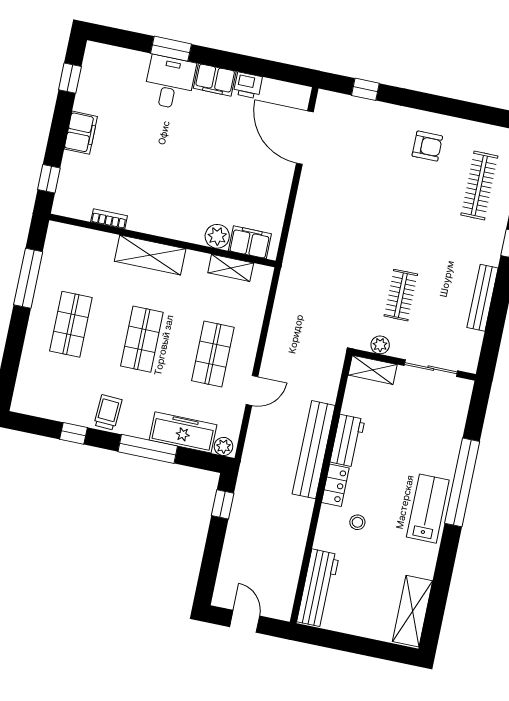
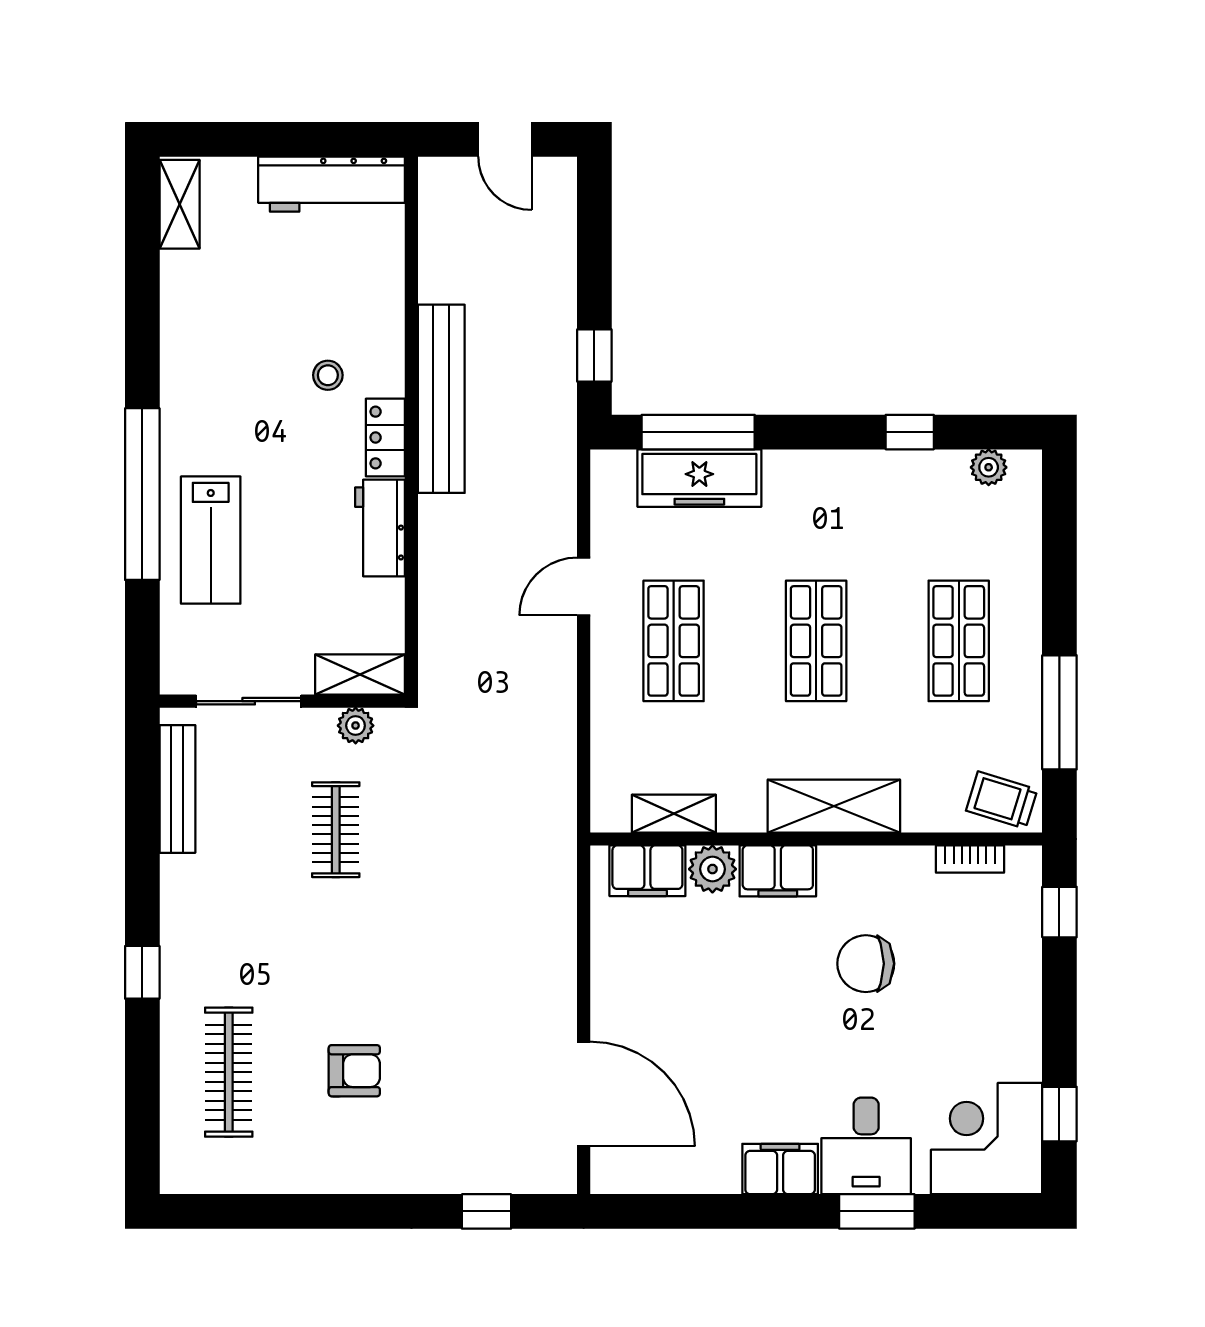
corner desk: (109, 74) -> (987, 1139), added
printer: (248, 85) -> (714, 1172), removed
filing cabinet: (81, 133) -> (778, 871), moved, turned -90
armchair: (427, 146) -> (354, 1071), moved, turned 180
chair: (151, 173) -> (866, 964), added
bookcase: (109, 219) -> (970, 859), moved
bench: (483, 298) -> (177, 789), moved
trolley: (108, 412) -> (1002, 800), moved, turned 104
plant: (223, 446) -> (989, 467), moved
window: (148, 449) -> (698, 432), moved
bench: (314, 450) -> (441, 399), moved
lab bench: (428, 509) -> (211, 540), moved
workbench: (318, 588) -> (332, 184), moved, turned -90
shelving: (413, 611) -> (180, 204), width x0.67, depth x0.75

